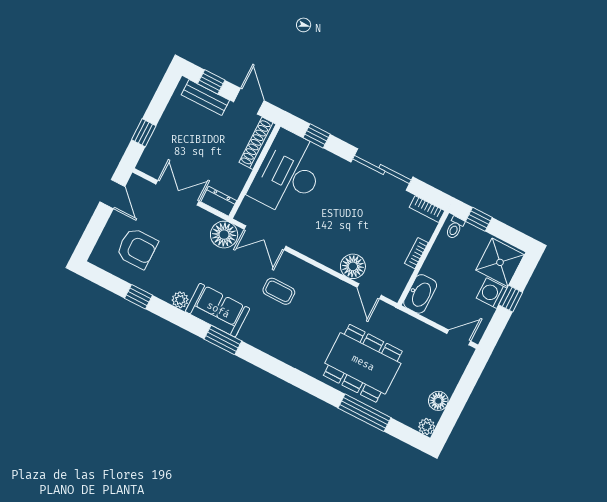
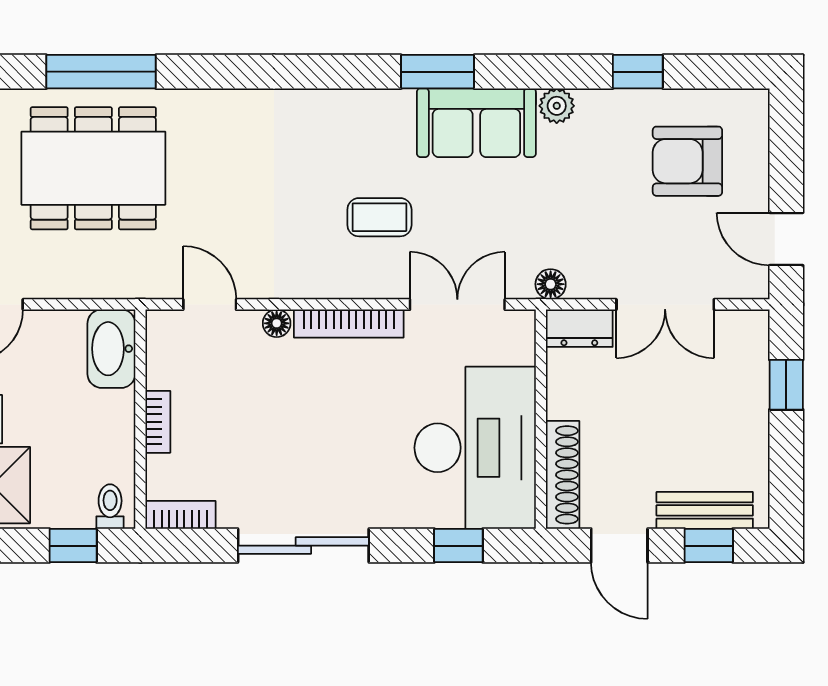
floor lamp: (224, 235) -> (551, 284), width x0.53, depth x0.53
bookcase: (315, 253) -> (349, 323), added
floor lamp: (353, 266) -> (277, 323), width x0.53, depth x0.53
dining table: (363, 363) -> (93, 168), moved

